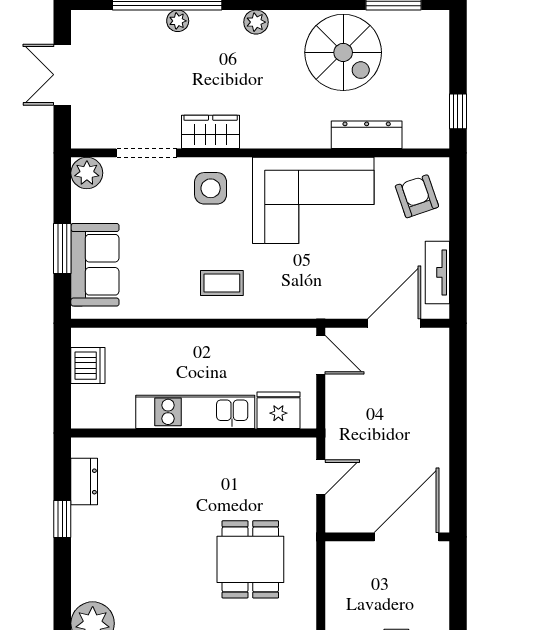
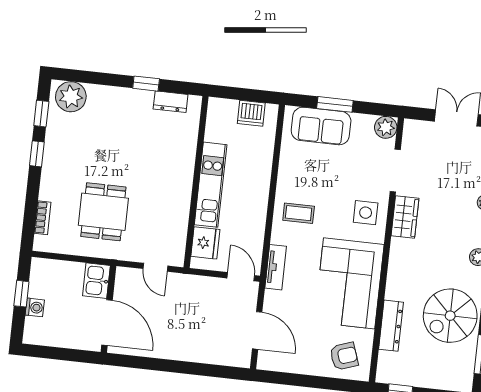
tv unit: (437, 272) -> (276, 267), moved, turned 90
coffee table: (222, 283) -> (299, 213), turned 90
door: (321, 355) -> (241, 277), swing flipped
kitchen sink: (349, 558) -> (96, 281), added
dining table: (250, 559) -> (103, 212), turned 90

